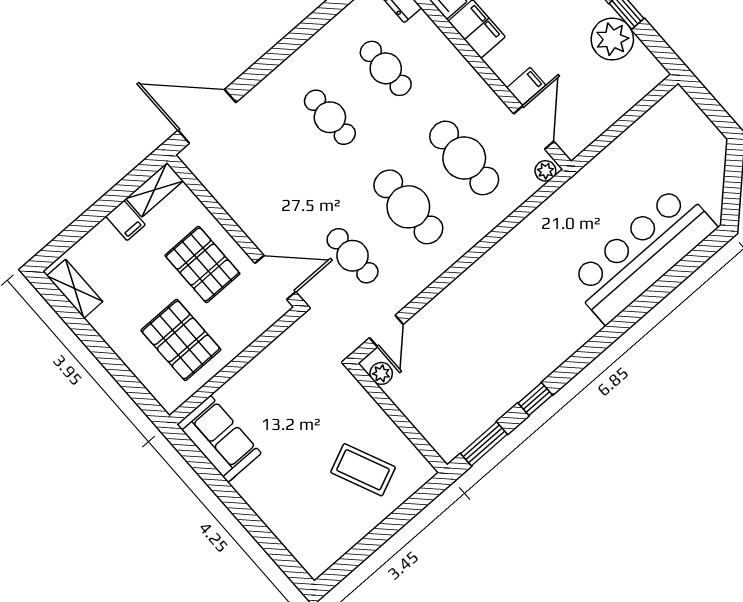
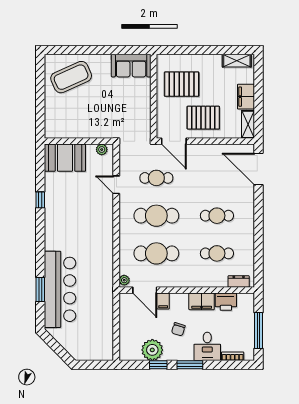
chair: (548, 27) -> (178, 329), added
door: (207, 116) -> (258, 169), swing flipped
filing cabinet: (125, 220) -> (246, 97), width x2.00
door: (275, 277) -> (174, 141), hinge flipped
door: (386, 331) -> (116, 185), moved
booth: (441, 417) -> (65, 158), added
window: (484, 444) -> (40, 290), moved
coffee table: (363, 470) -> (71, 77), moved, width x1.36, depth x1.32

